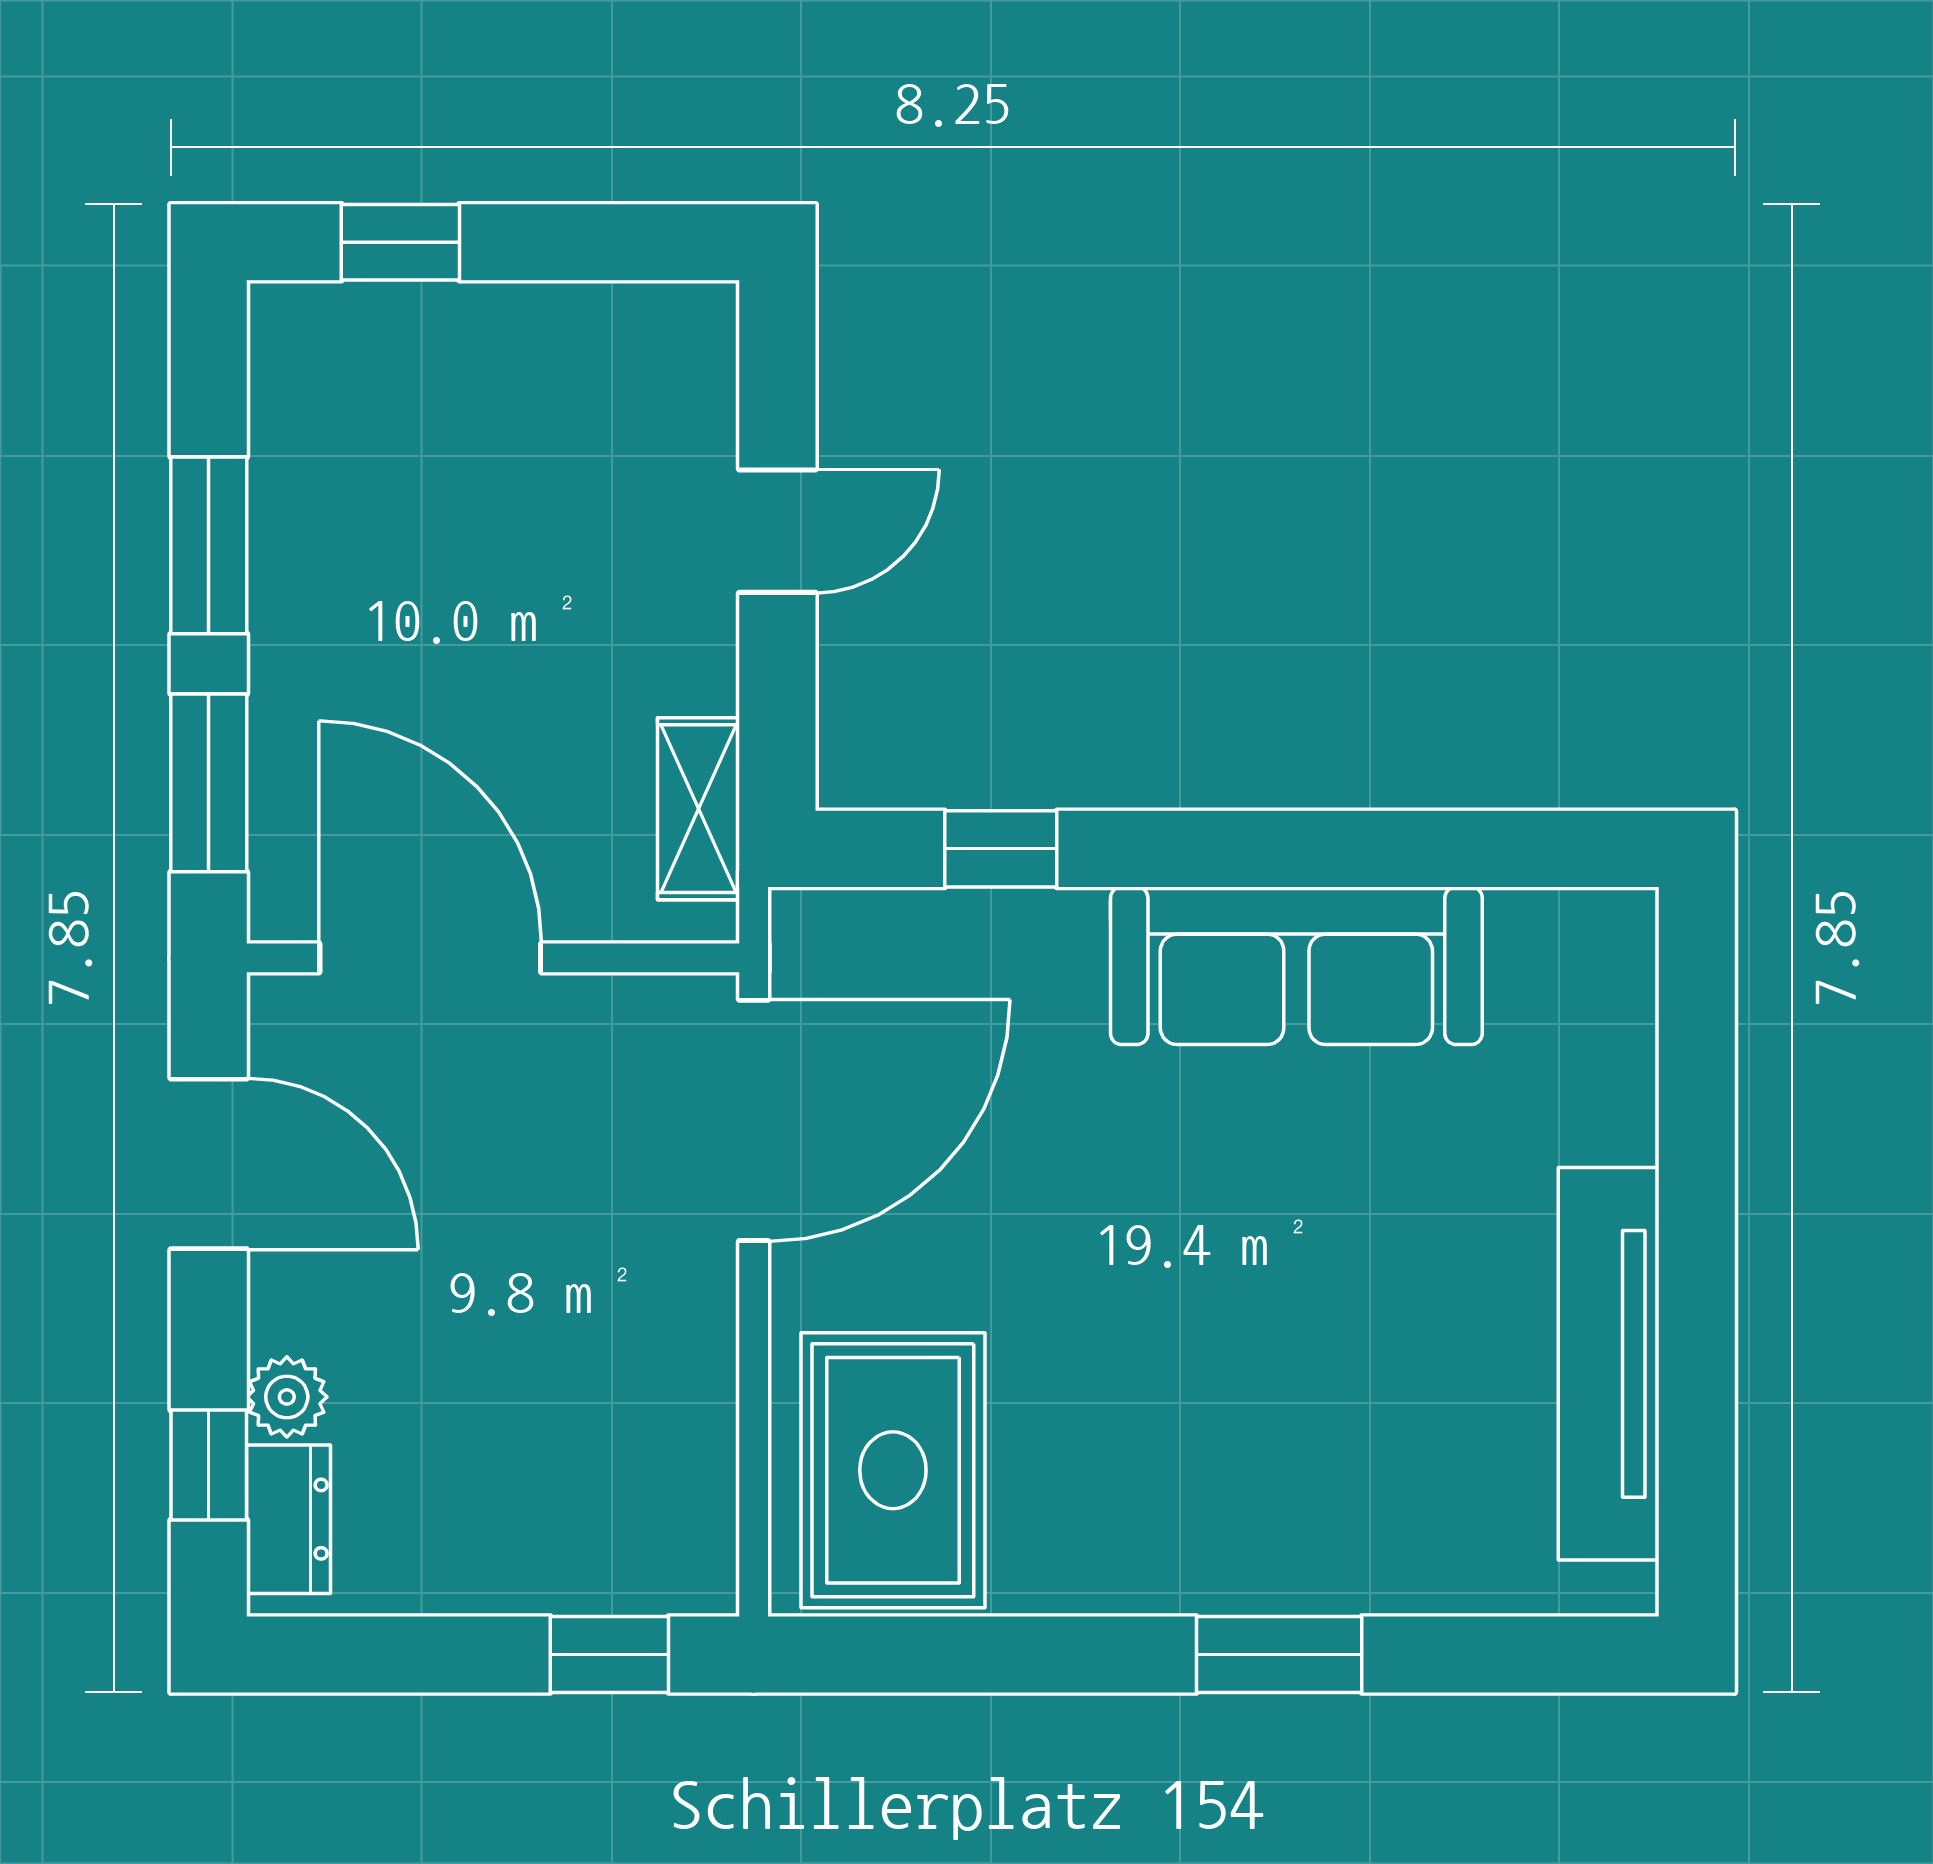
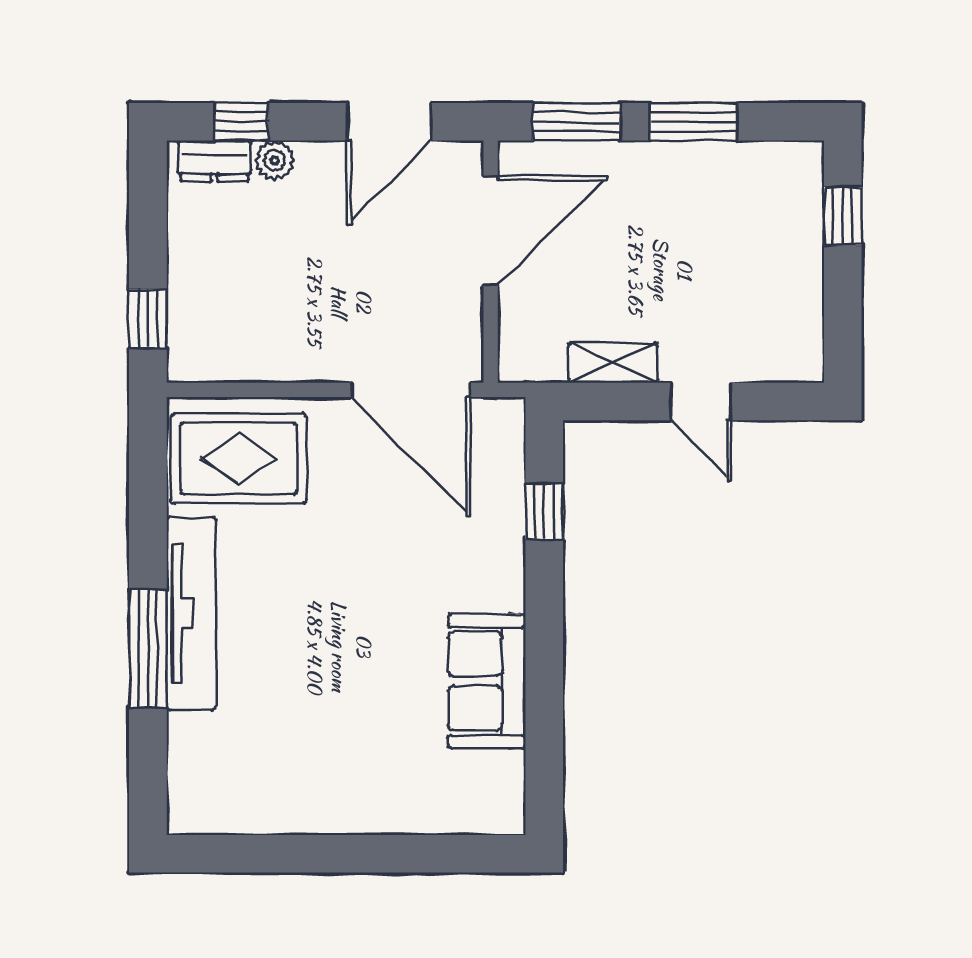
shelving: (698, 809) -> (613, 363), moved
sofa: (1296, 966) -> (487, 681), width x0.73
tv unit: (1609, 1364) -> (191, 614), moved, turned 90
window: (1279, 1655) -> (148, 648), width x1.44

